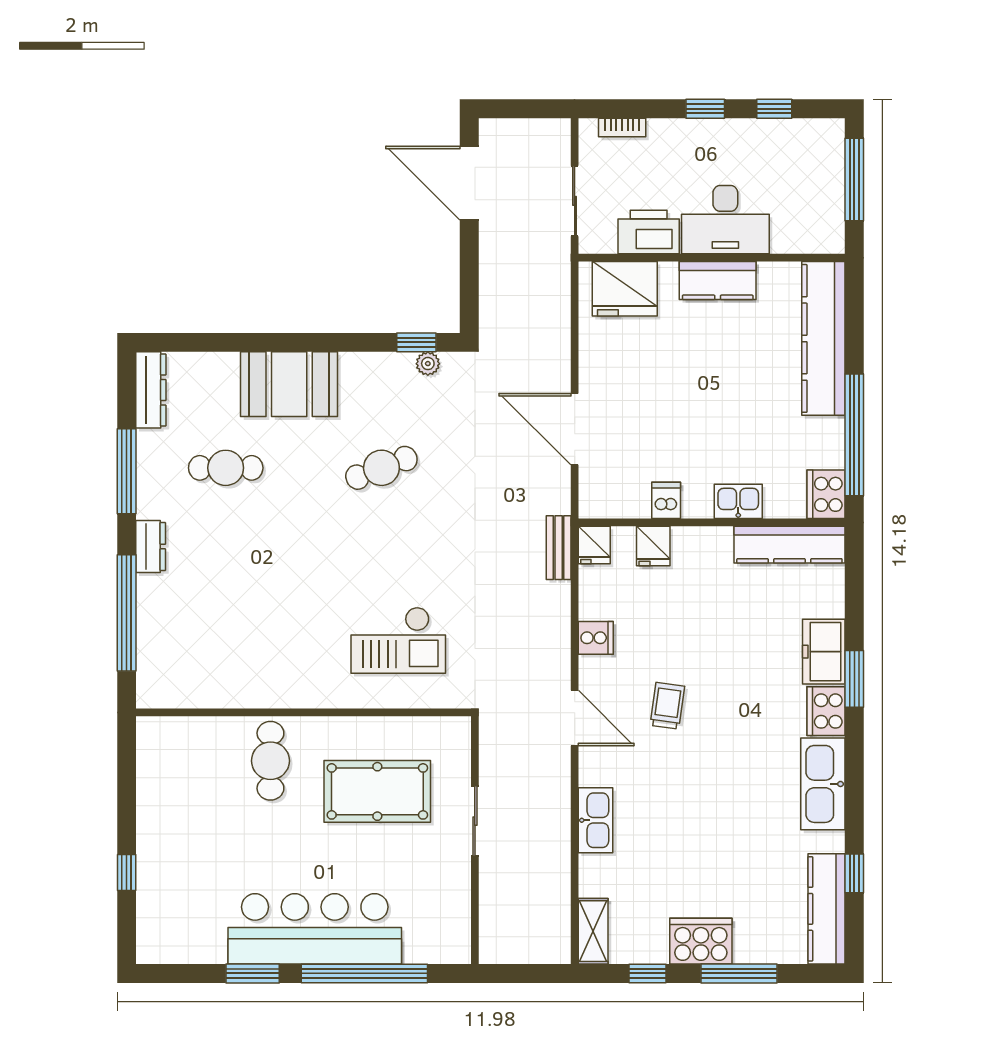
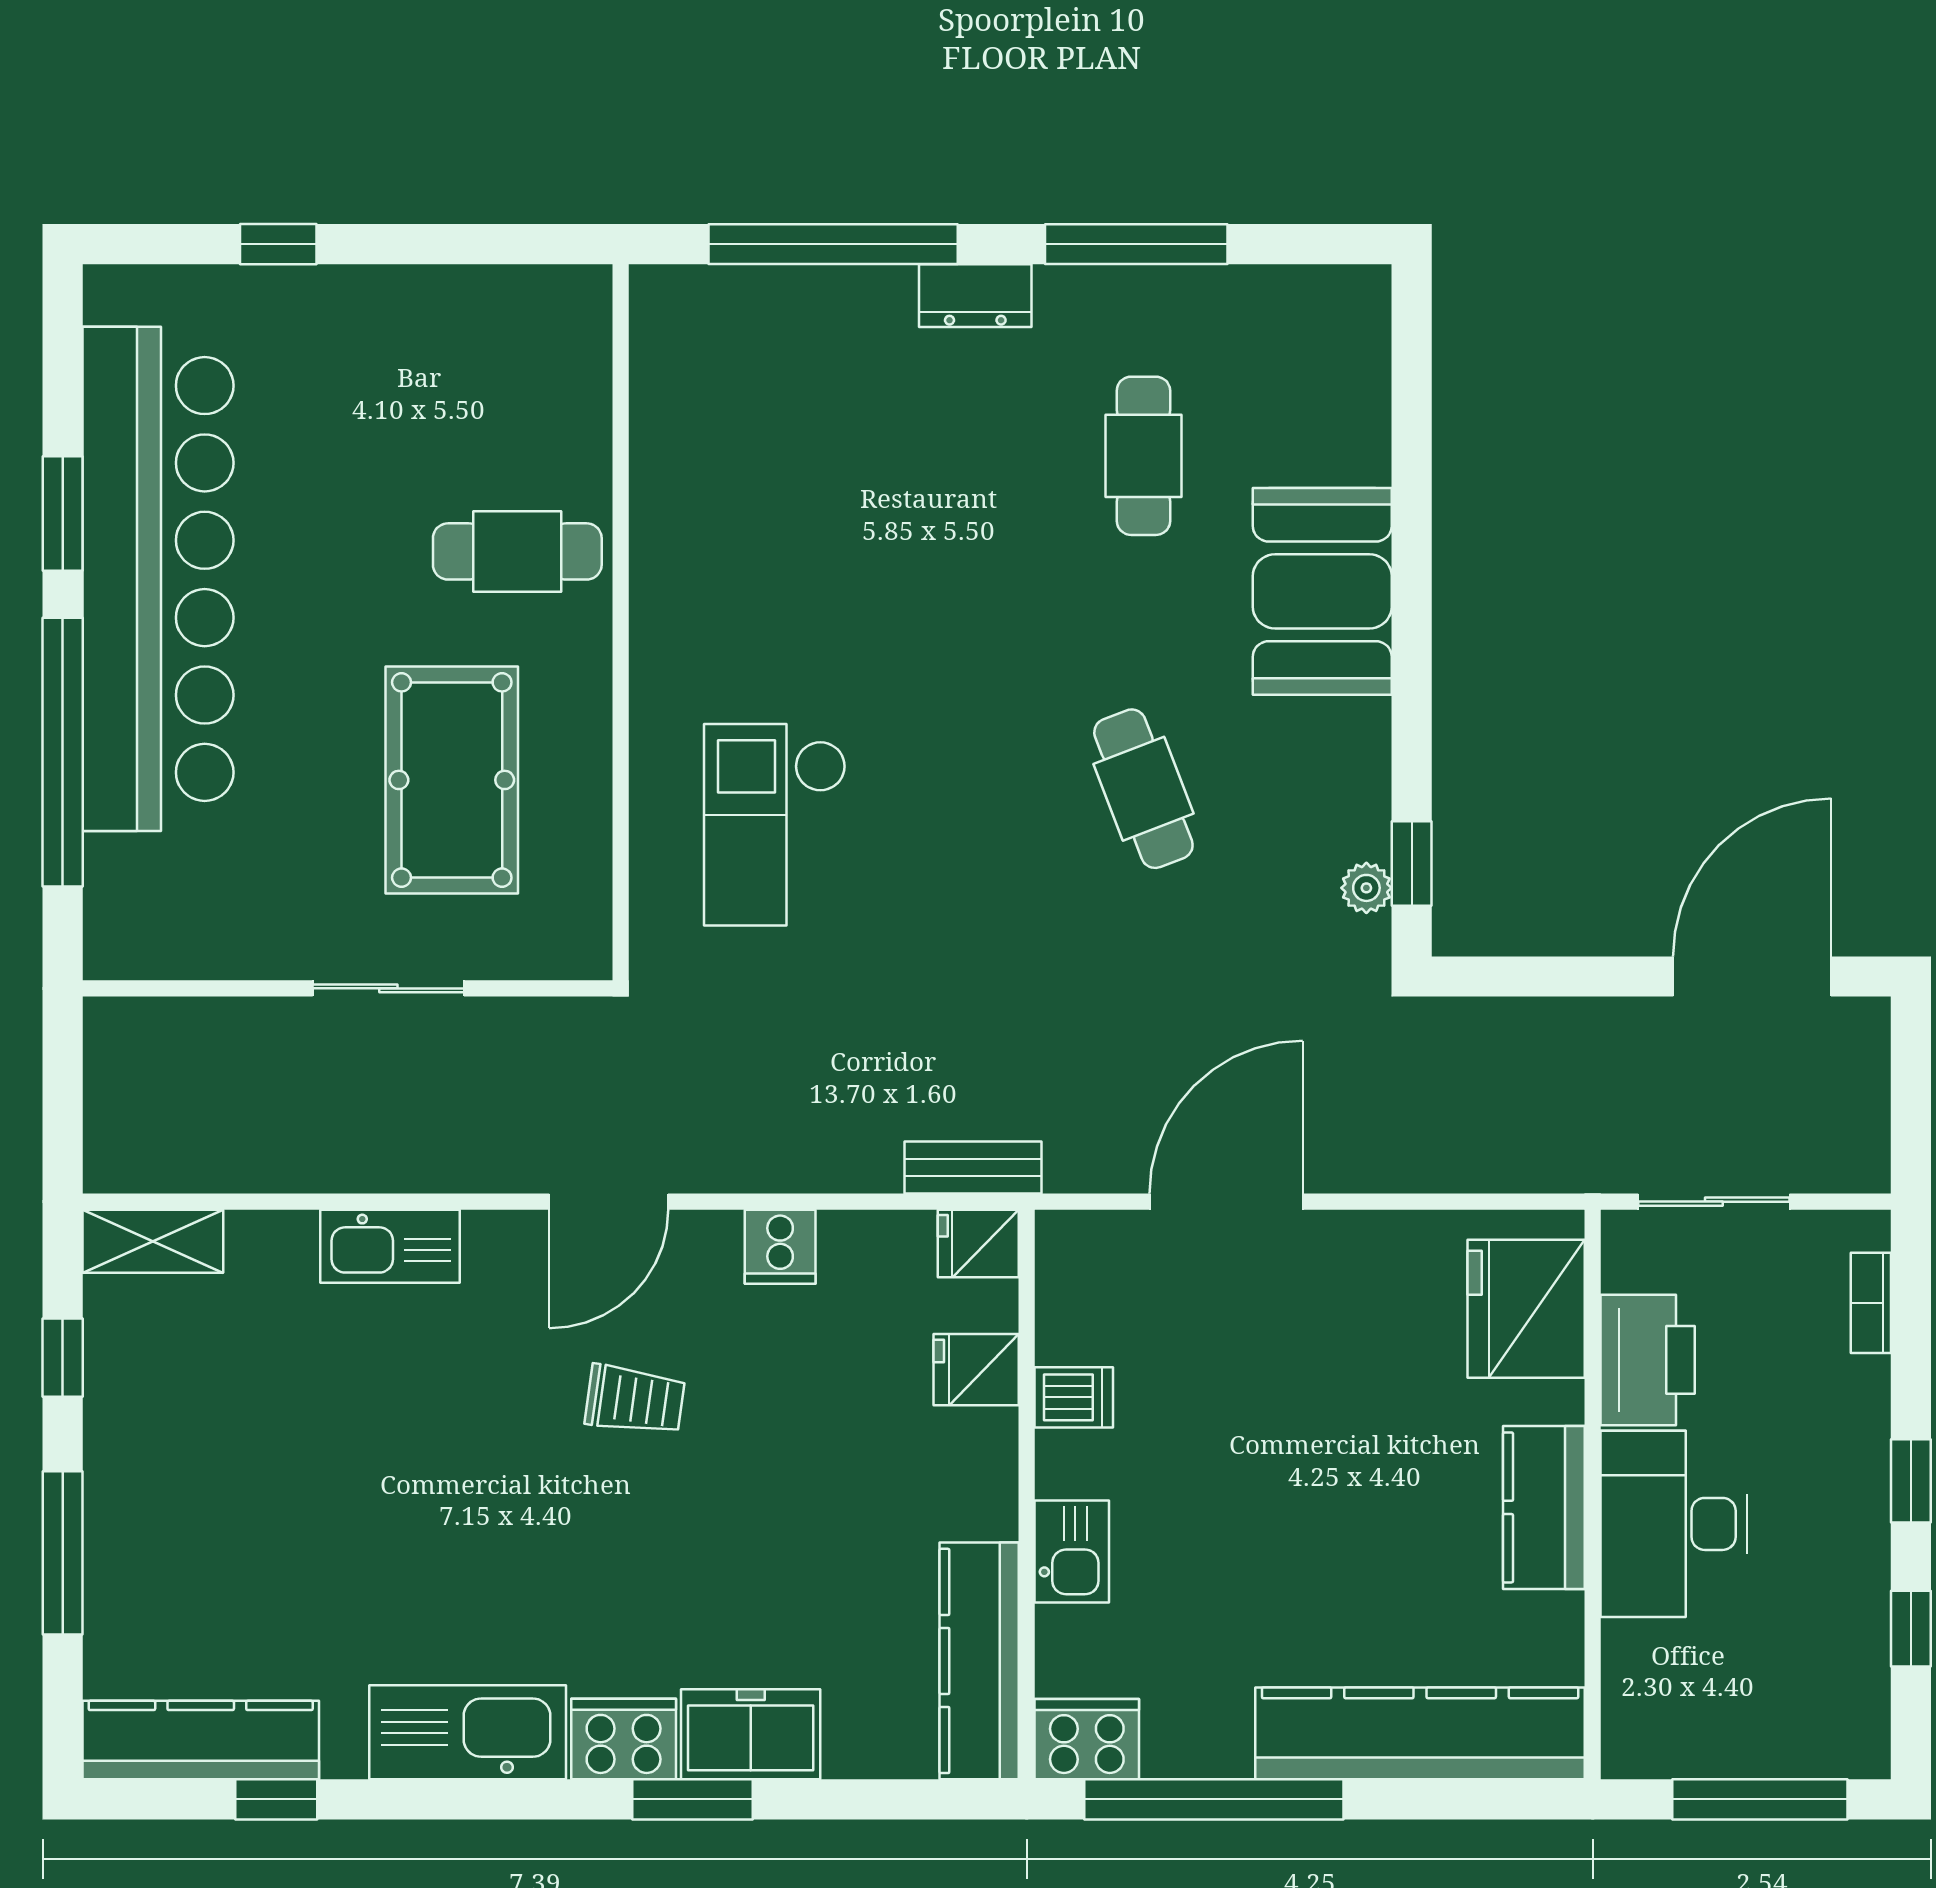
dresser: (151, 390) -> (1310, 296), removed
bar counter: (315, 929) -> (158, 579), width x1.36
cooker: (701, 941) -> (132, 1472), removed

